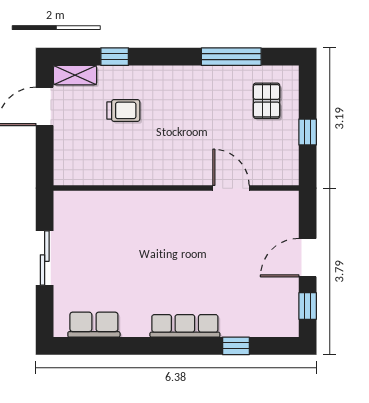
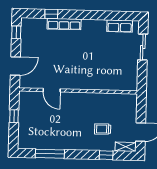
pallet: (267, 101) -> (33, 132), removed
sliding door: (45, 258) -> (143, 47), moved
door: (308, 258) -> (15, 66), moved
row of seats: (185, 326) -> (64, 24), moved

